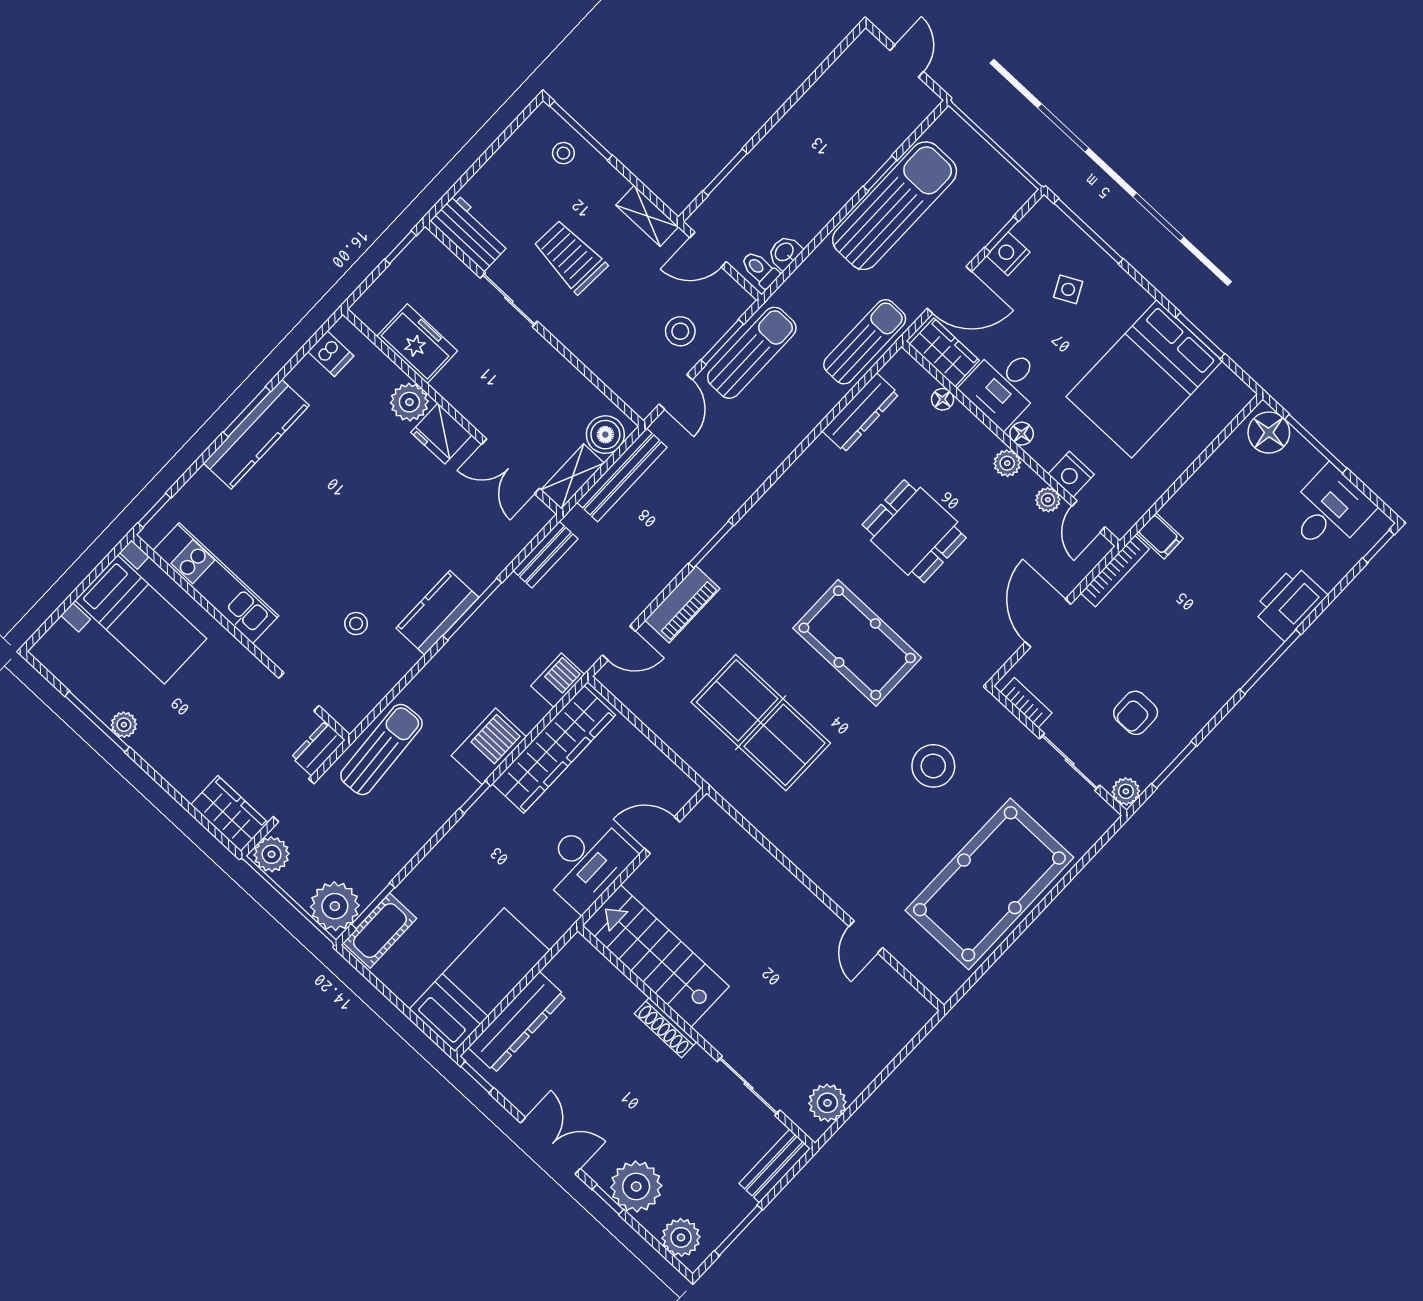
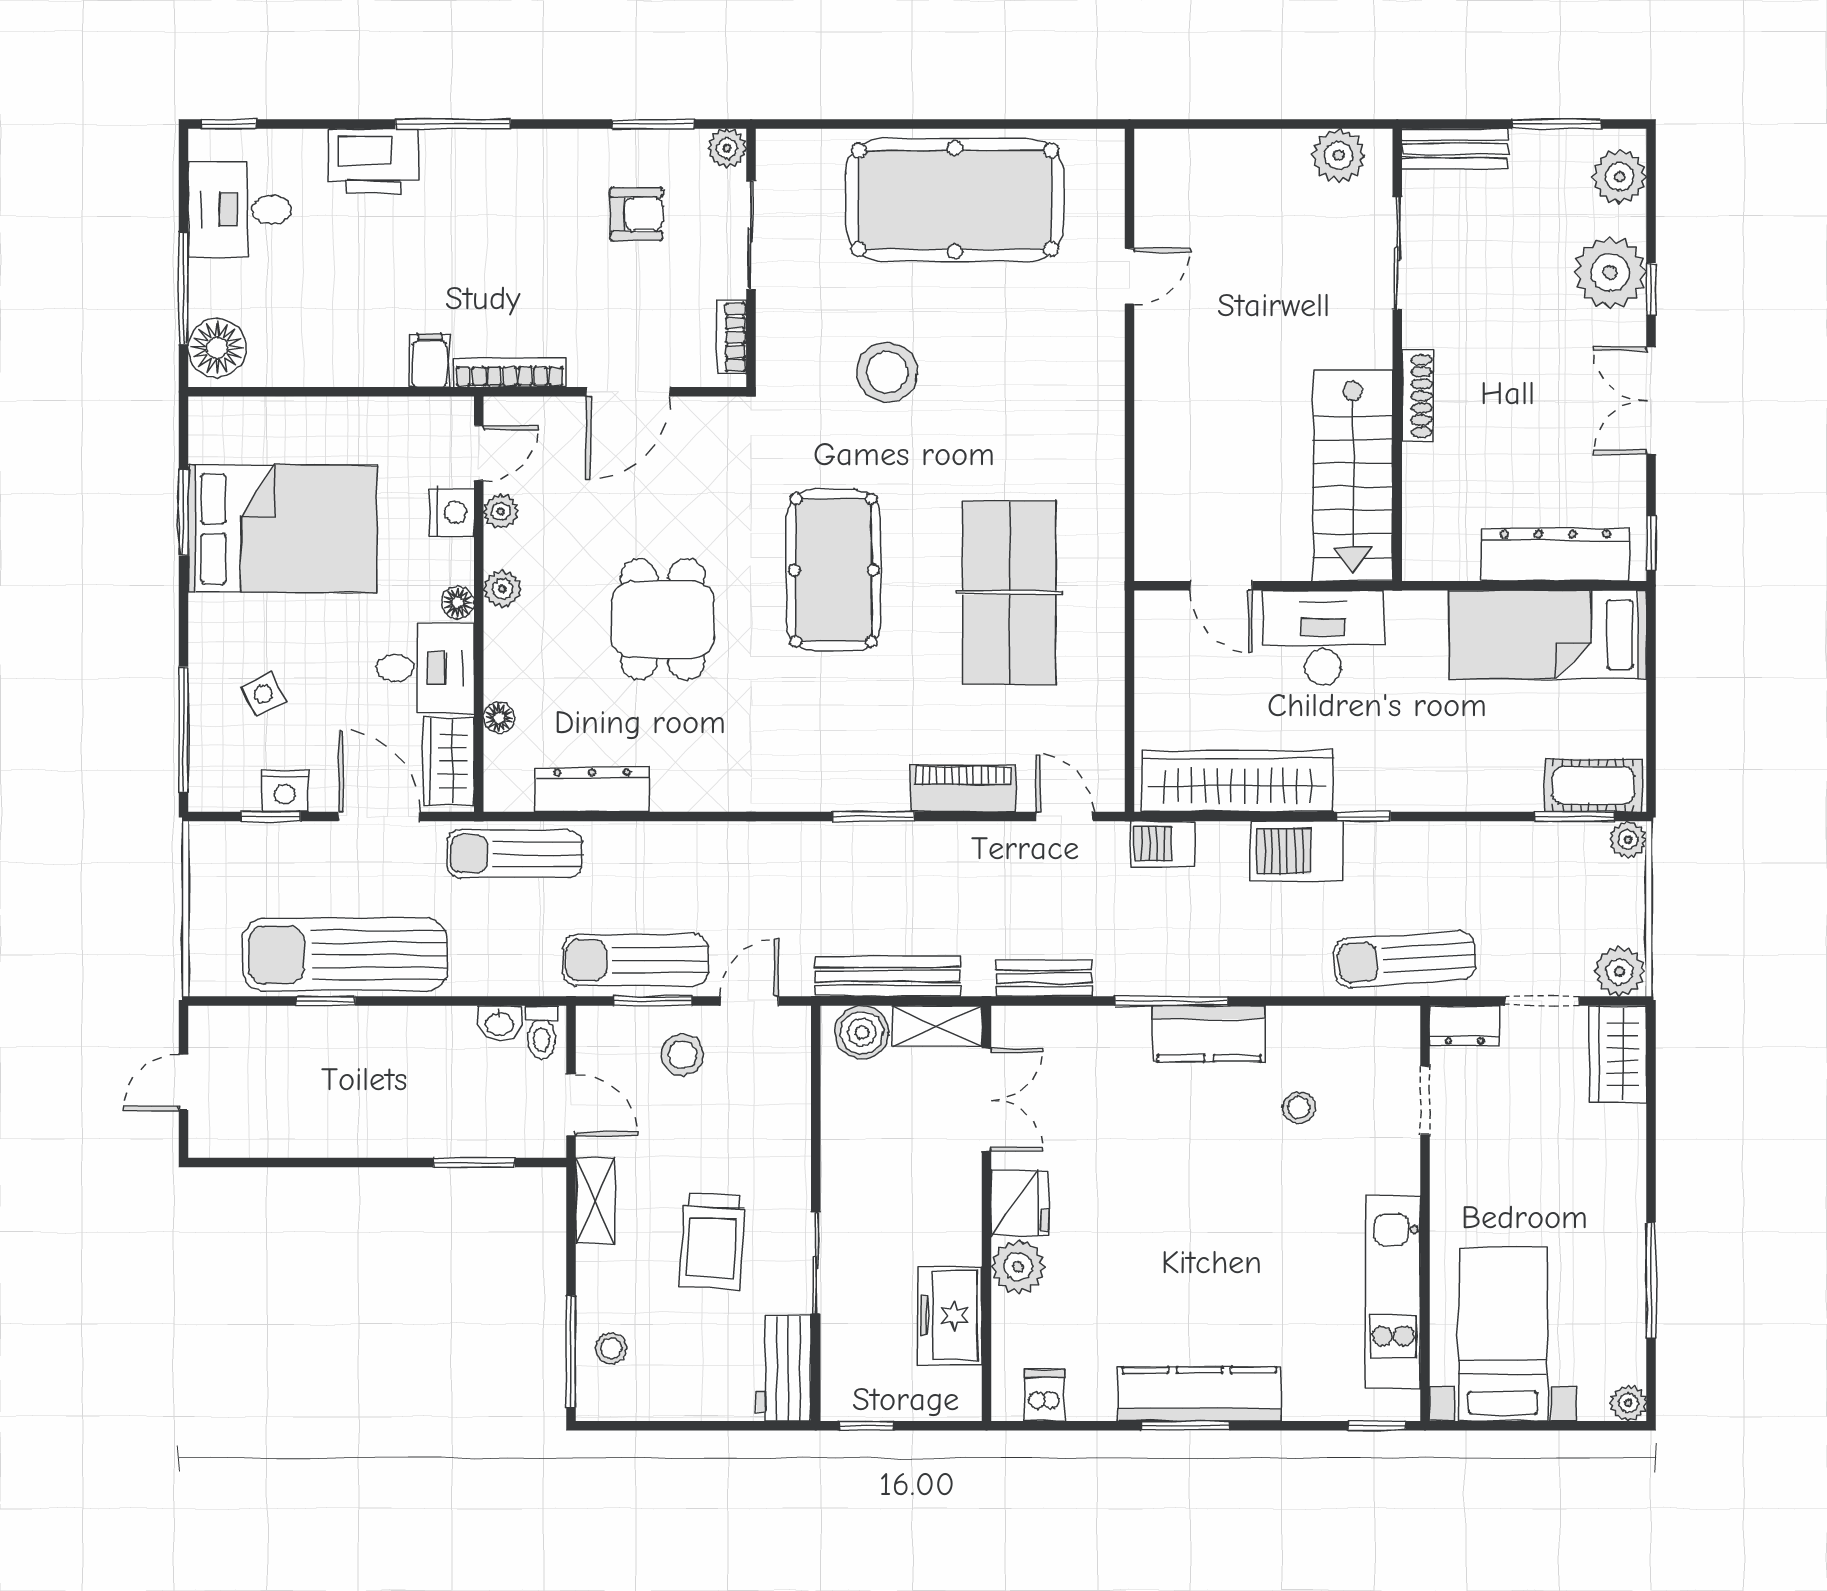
plant: (124, 725) -> (1628, 1403), moved
plant: (335, 906) -> (1628, 840), width x0.53, depth x0.53

